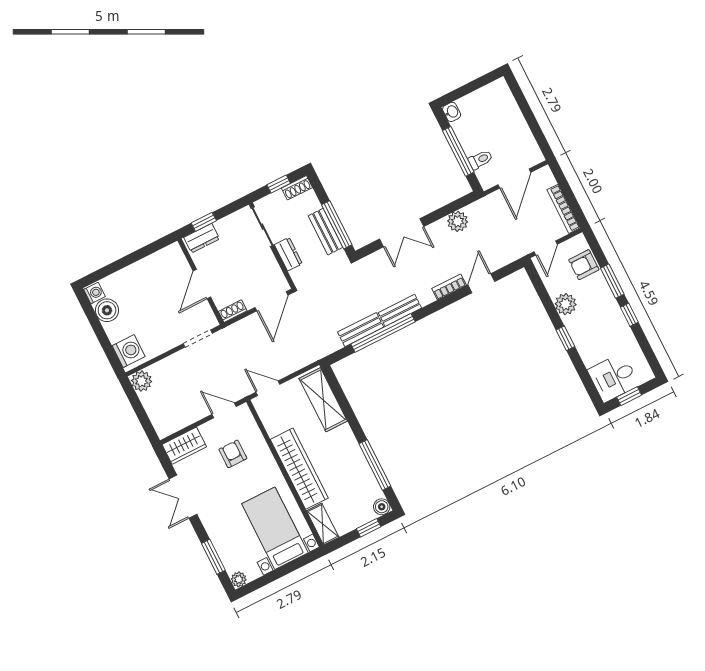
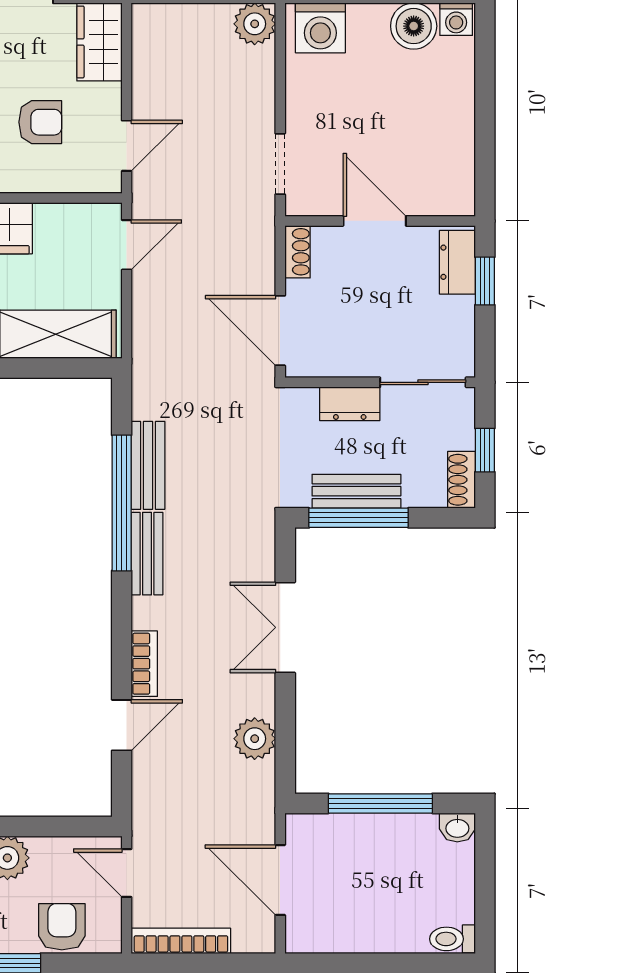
toilet: (480, 160) -> (452, 939), moved, turned 90
door: (481, 283) -> (122, 725), hinge flipped

